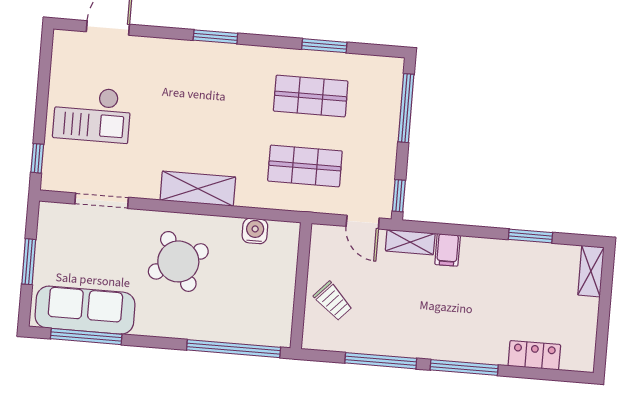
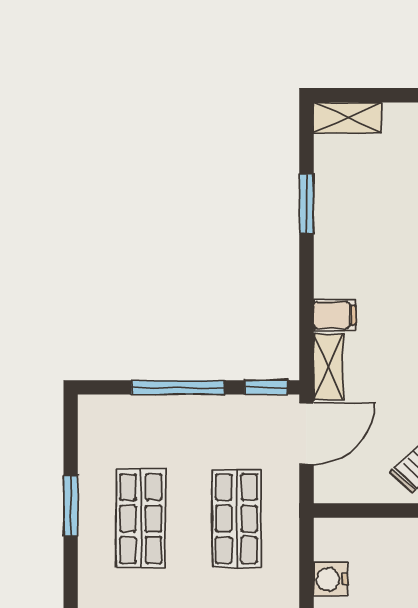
window: (406, 108) -> (178, 387), moved
door: (363, 222) -> (306, 434), width x1.38

